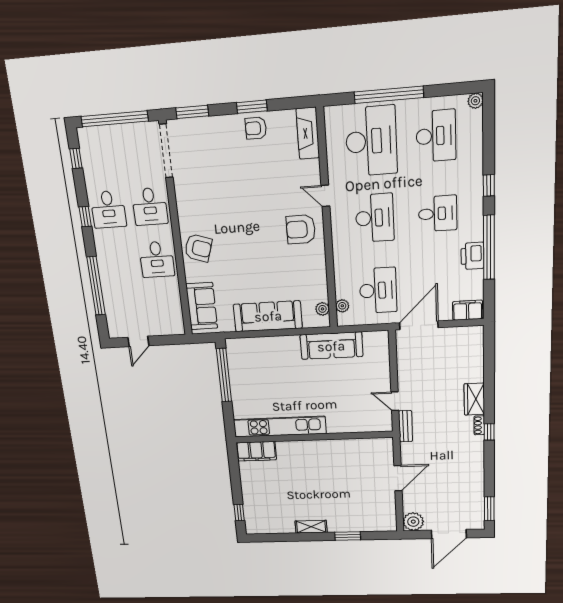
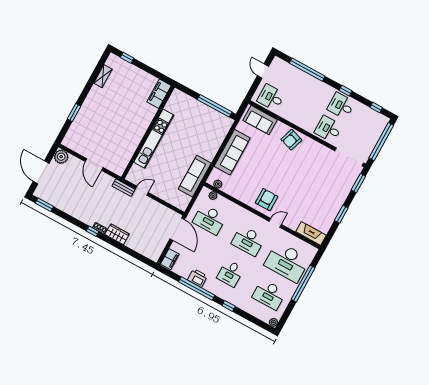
armchair: (256, 128) -> (330, 209), removed
desk: (157, 259) -> (271, 97), moved
kitchen unit: (280, 427) -> (154, 139), moved
shelving: (311, 527) -> (103, 76), moved

